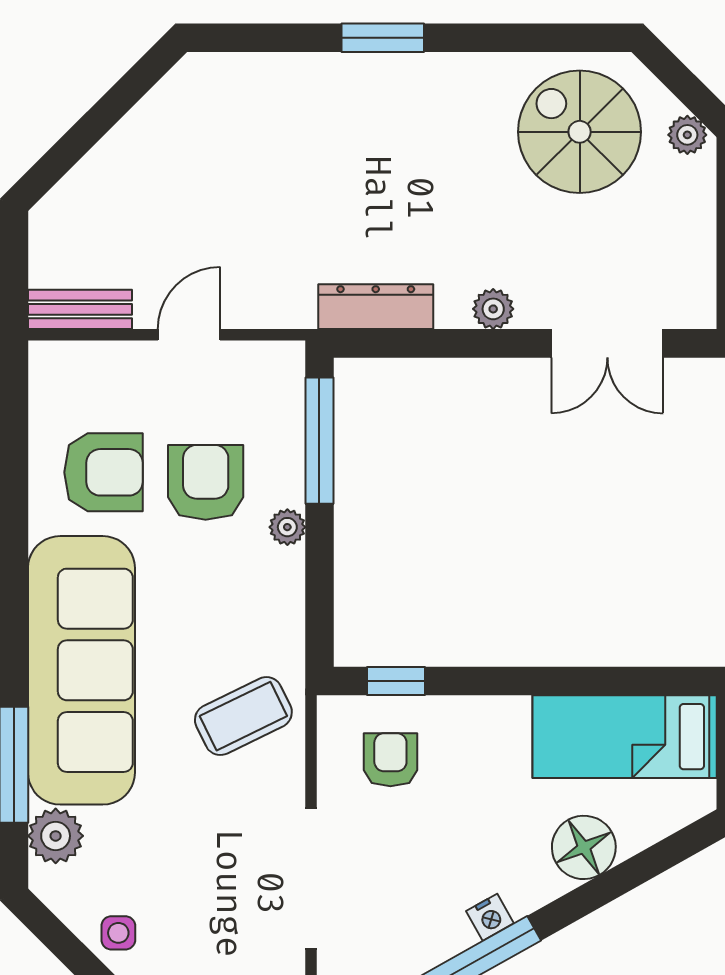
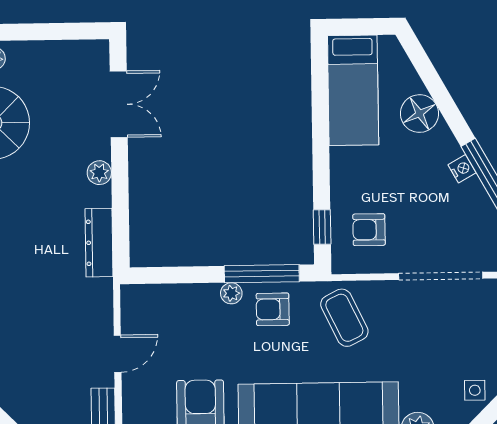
door: (189, 335) -> (118, 354), swing flipped
window: (319, 441) -> (262, 274), moved
armchair: (206, 482) -> (273, 309), moved, width x0.72, depth x0.72

